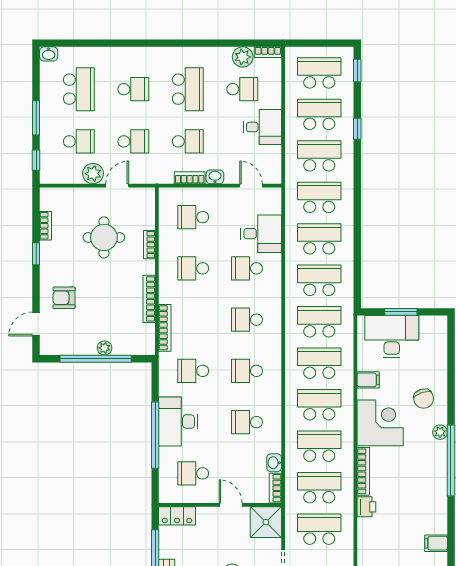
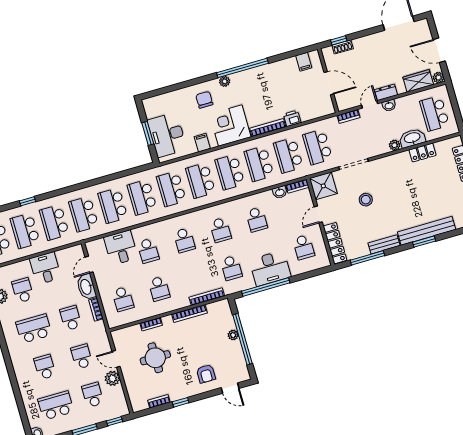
washbasin: (215, 177) -> (86, 287), width x1.91, depth x1.45
chair: (424, 399) -> (204, 100), turned -72
window: (155, 435) -> (266, 287), moved
locker: (177, 516) -> (335, 243), width x1.53

